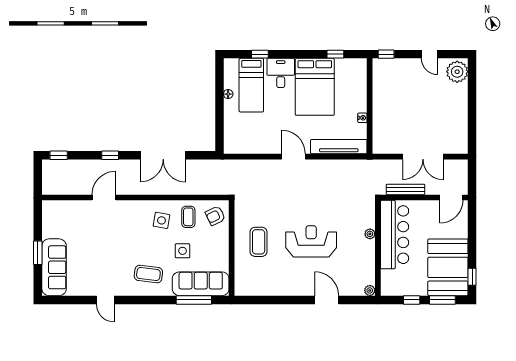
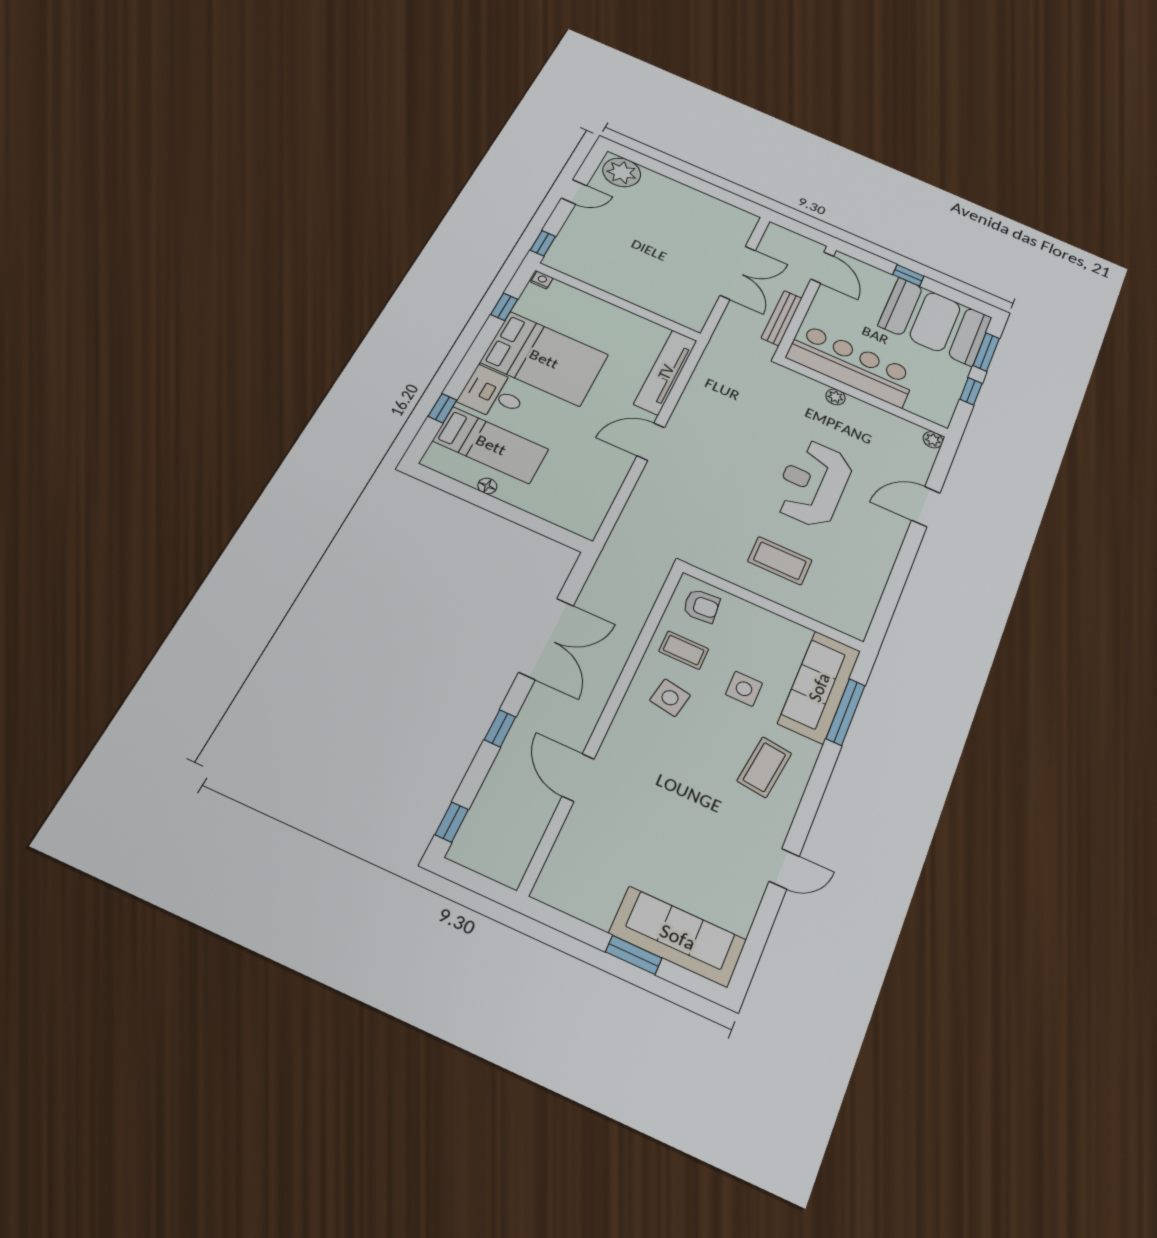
nightstand: (362, 118) -> (542, 280), moved
armchair: (215, 216) -> (701, 606), turned -69
window: (472, 277) -> (908, 275), moved

